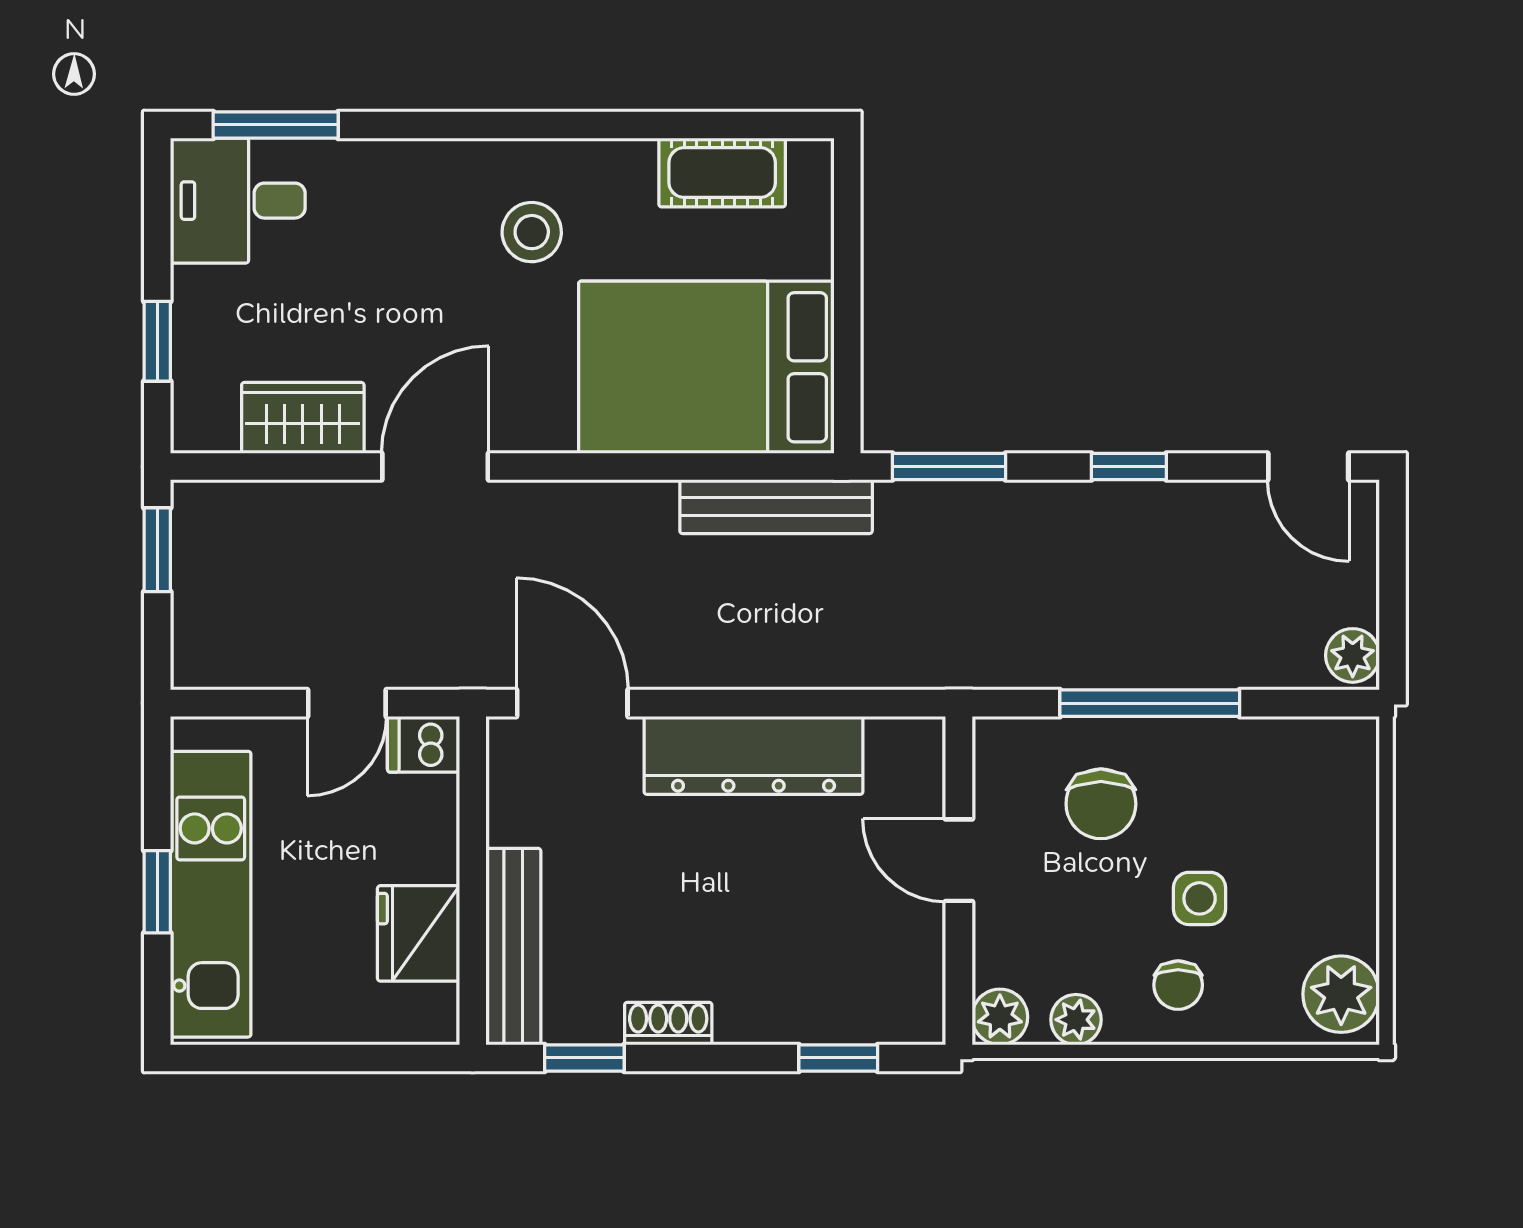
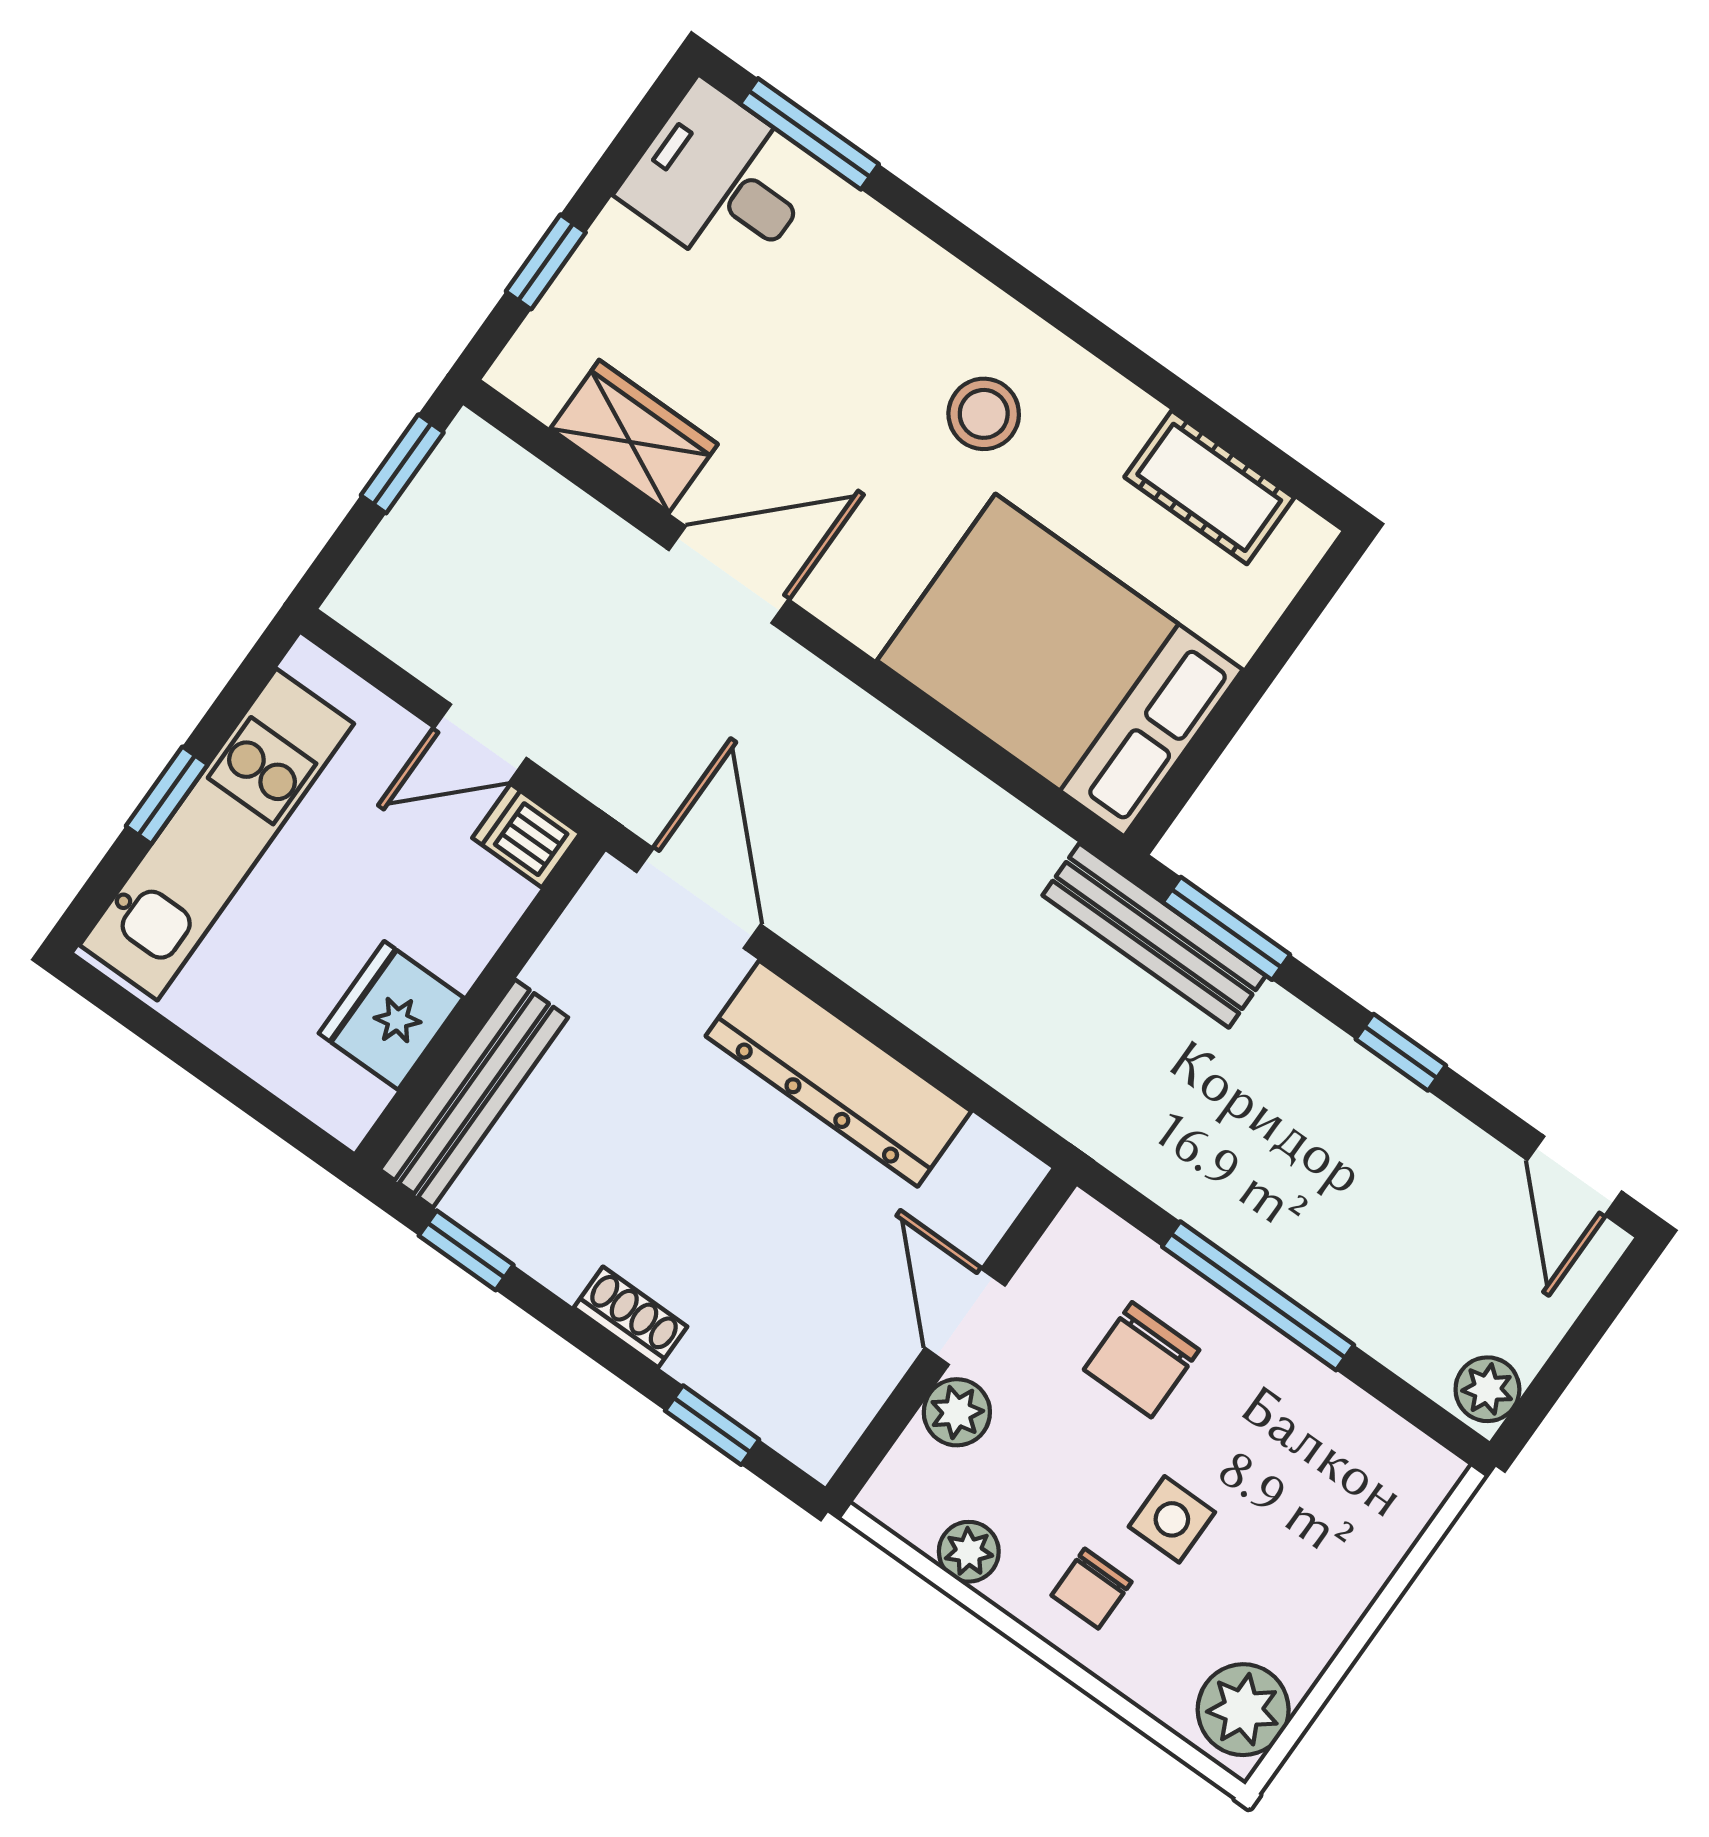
bench: (776, 507) -> (1154, 935), moved
plant: (1000, 1017) -> (957, 1412), moved
shoe rack: (668, 1024) -> (630, 1317), moved

